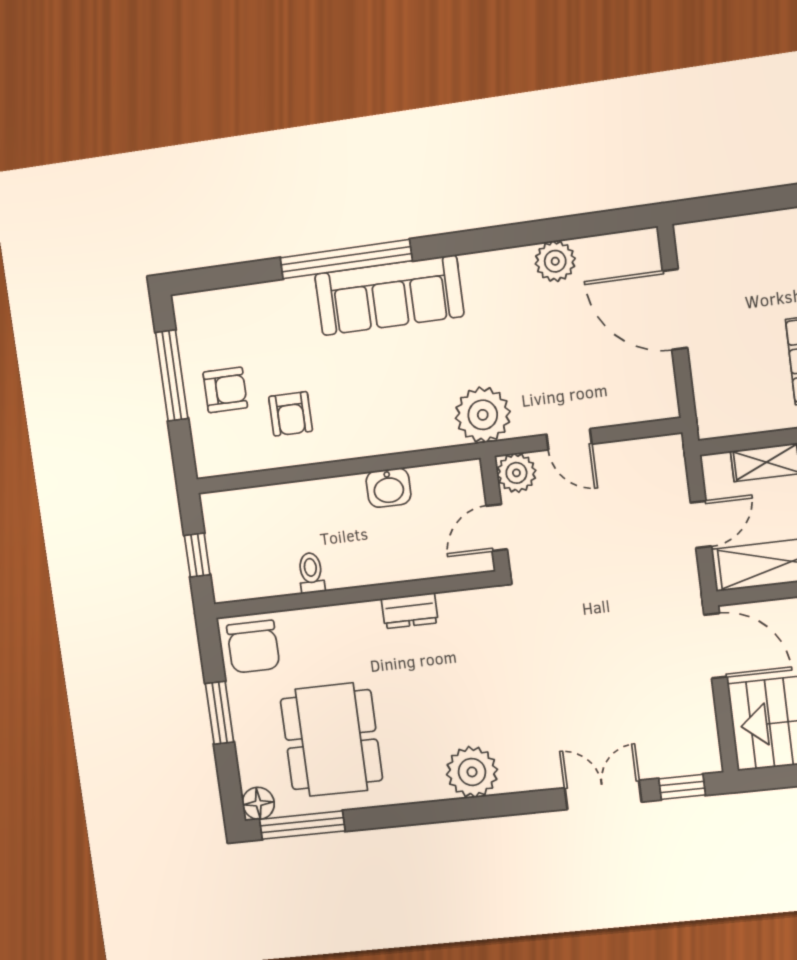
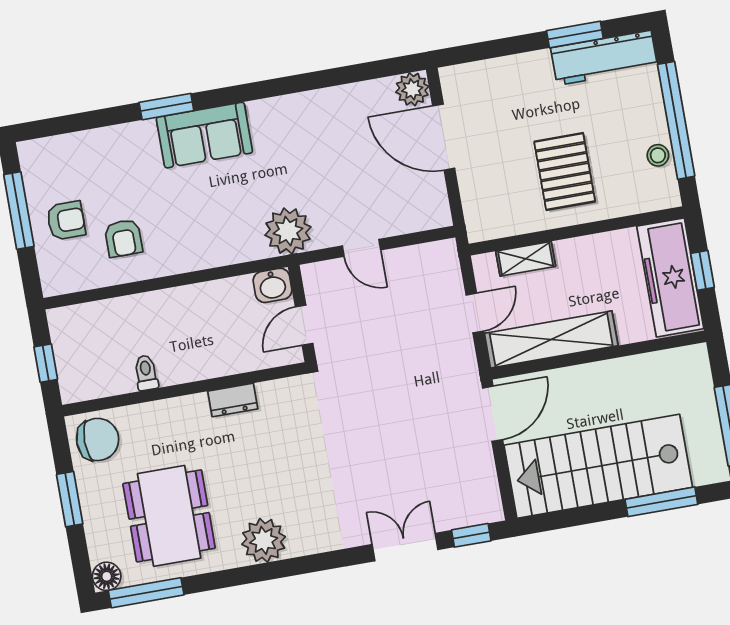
window: (346, 259) -> (166, 107), width x0.47
plant: (555, 261) -> (412, 89), moved
sofa: (389, 295) -> (204, 135), width x0.73
plant: (516, 473) -> (319, 278), removed
washbasin: (388, 488) -> (272, 285), moved
door: (716, 646) -> (493, 414), hinge flipped
chair: (253, 647) -> (98, 439), turned -90
plant: (472, 772) -> (264, 540), moved

